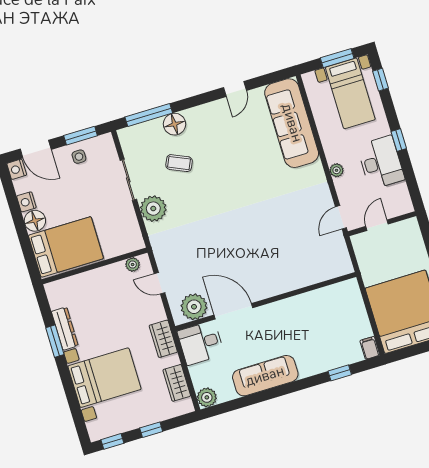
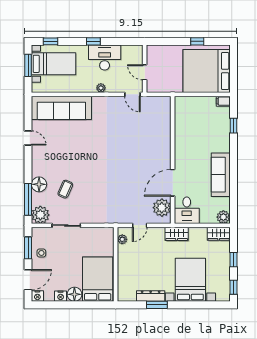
plant: (153, 209) -> (40, 215), moved
wardrobe: (177, 383) -> (219, 234), moved

